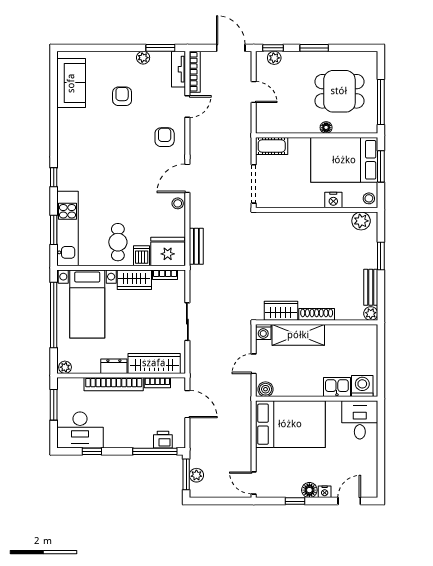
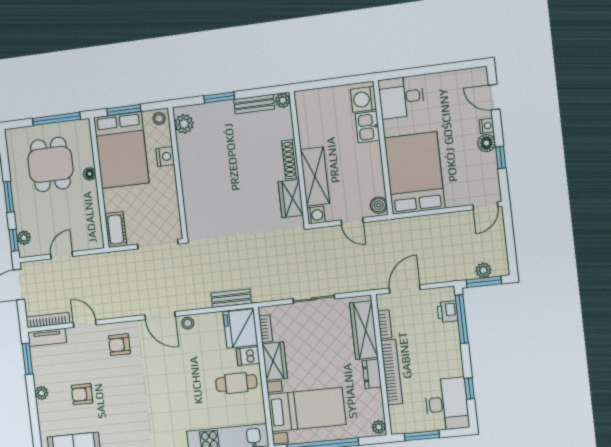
plant: (143, 58) -> (41, 393), moved

